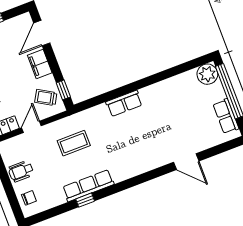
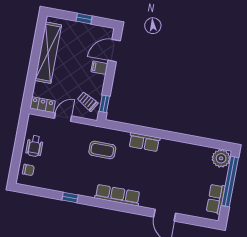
filing cabinet: (40, 64) -> (99, 68), width x0.50
coffee table: (74, 143) -> (102, 150), moved
wheelchair: (21, 171) -> (35, 146), turned -90
row of seats: (88, 186) -> (118, 195), moved

